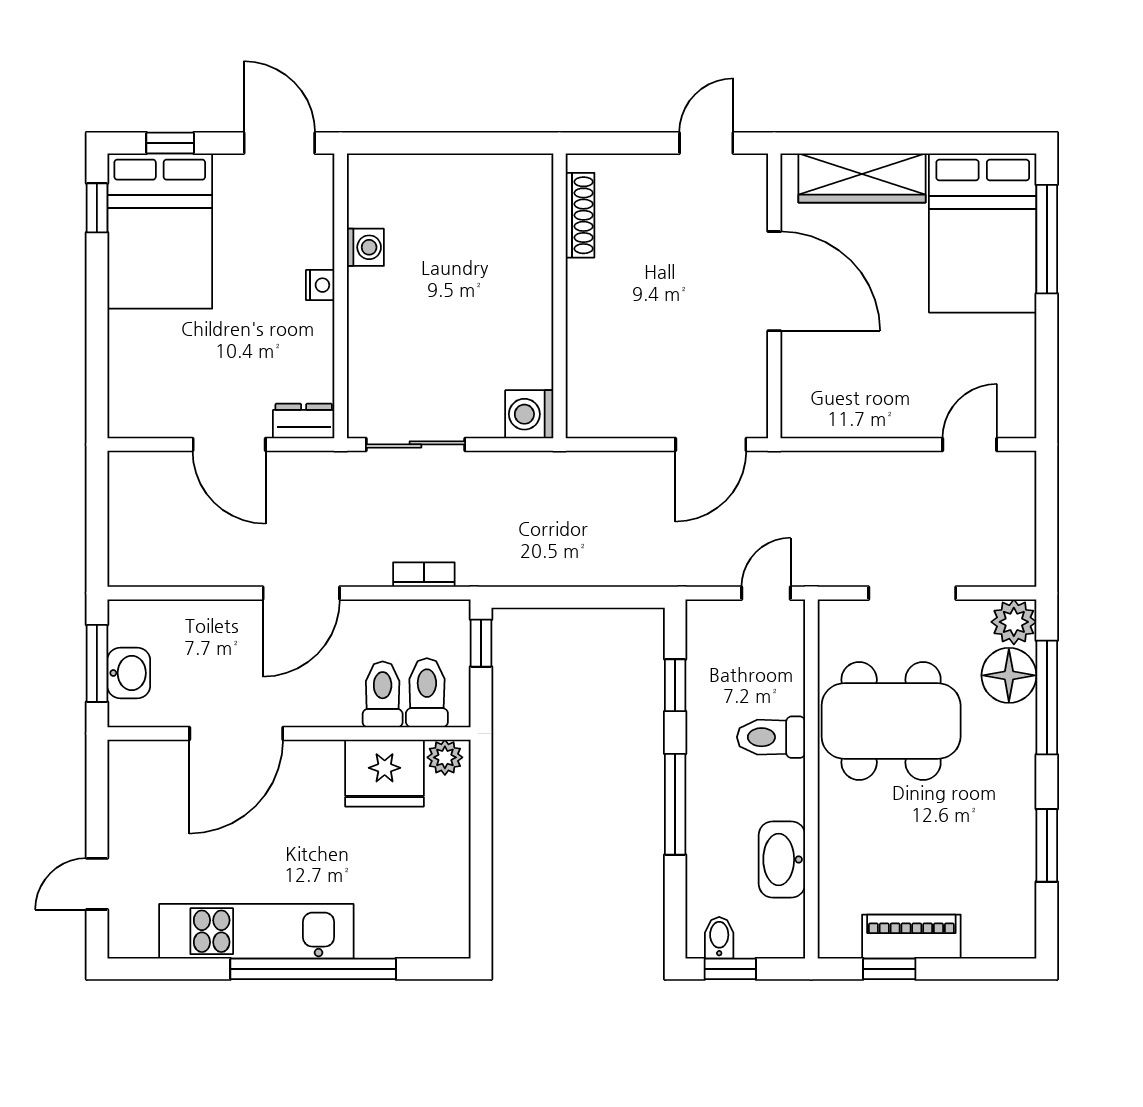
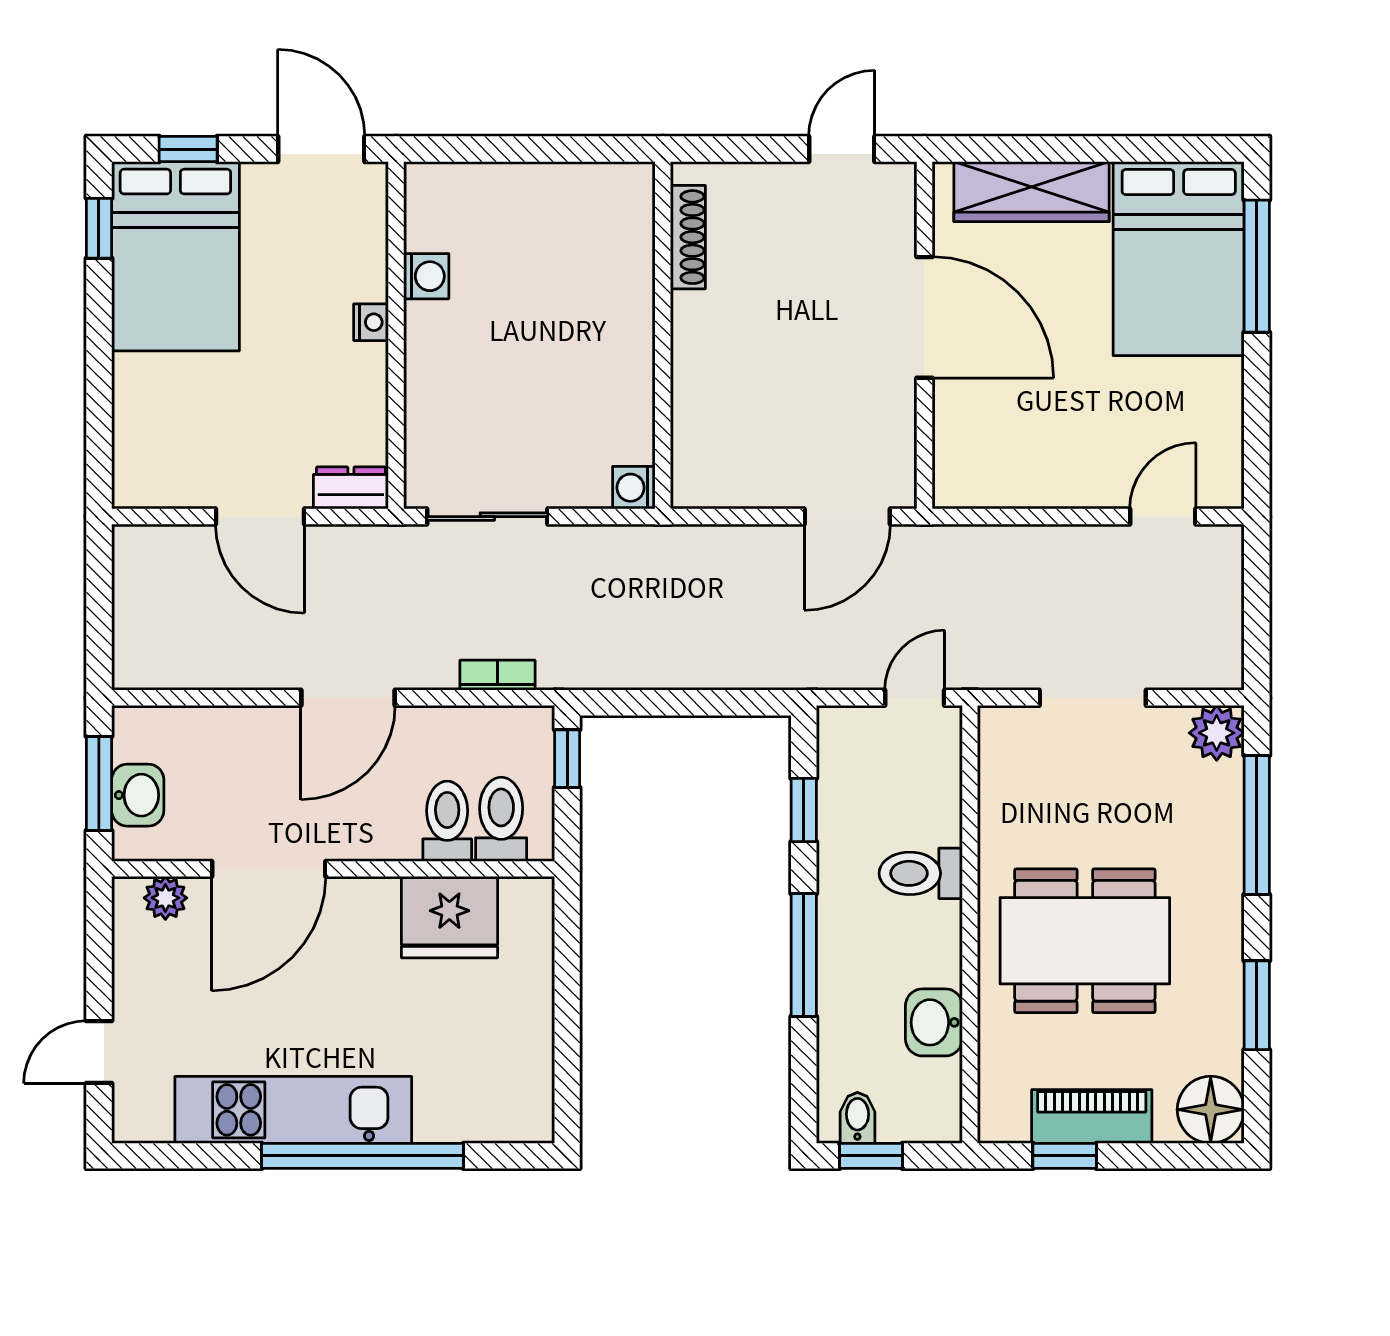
washing machine: (529, 414) -> (634, 488), width x0.73, depth x0.73
floor lamp: (1009, 675) -> (1211, 1110), moved
dining table: (891, 721) -> (1085, 941), moved
plant: (445, 757) -> (165, 898), moved
washbasin: (782, 859) -> (934, 1022), width x0.72

